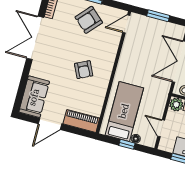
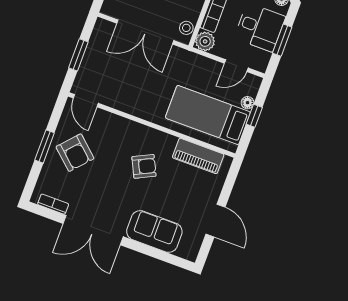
sofa: (34, 97) -> (154, 231), moved
piano: (81, 121) -> (198, 156), moved, turned -90

